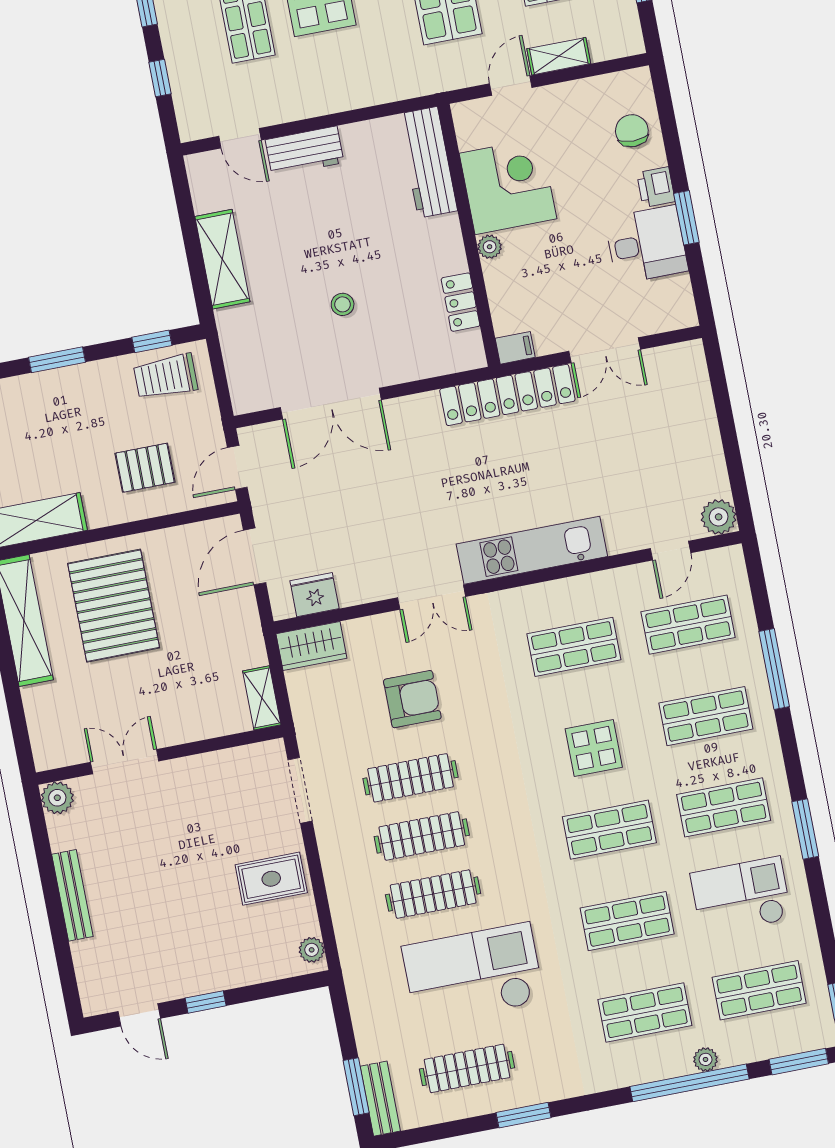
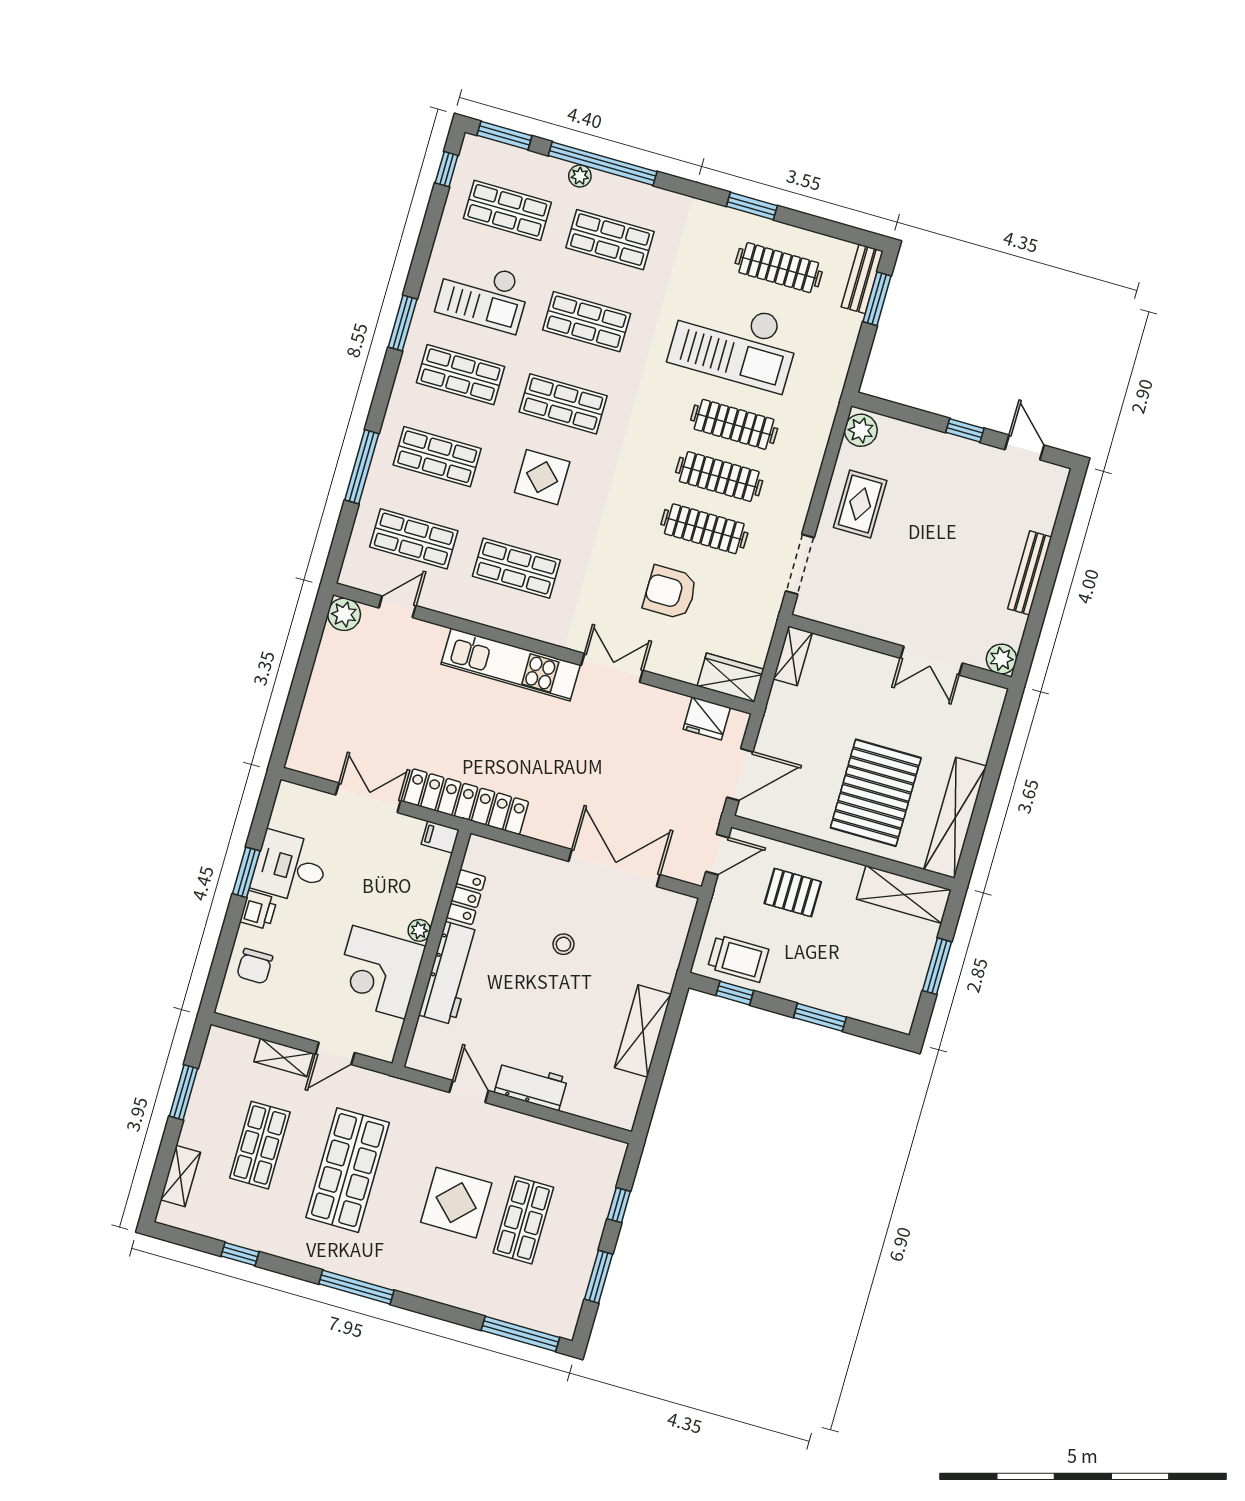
door: (240, 138) -> (469, 1092), moved
workbench: (428, 162) -> (449, 973), moved
rug: (271, 879) -> (860, 504), turned 90
plant: (312, 950) -> (861, 430), width x1.38, depth x1.38

